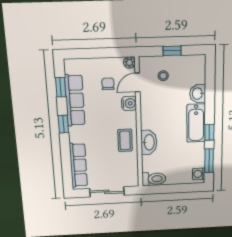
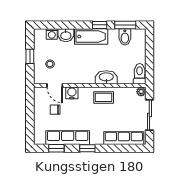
plant: (129, 63) -> (141, 92), moved
bidet: (195, 161) -> (125, 37), added
washing machine: (199, 174) -> (52, 34), moved

